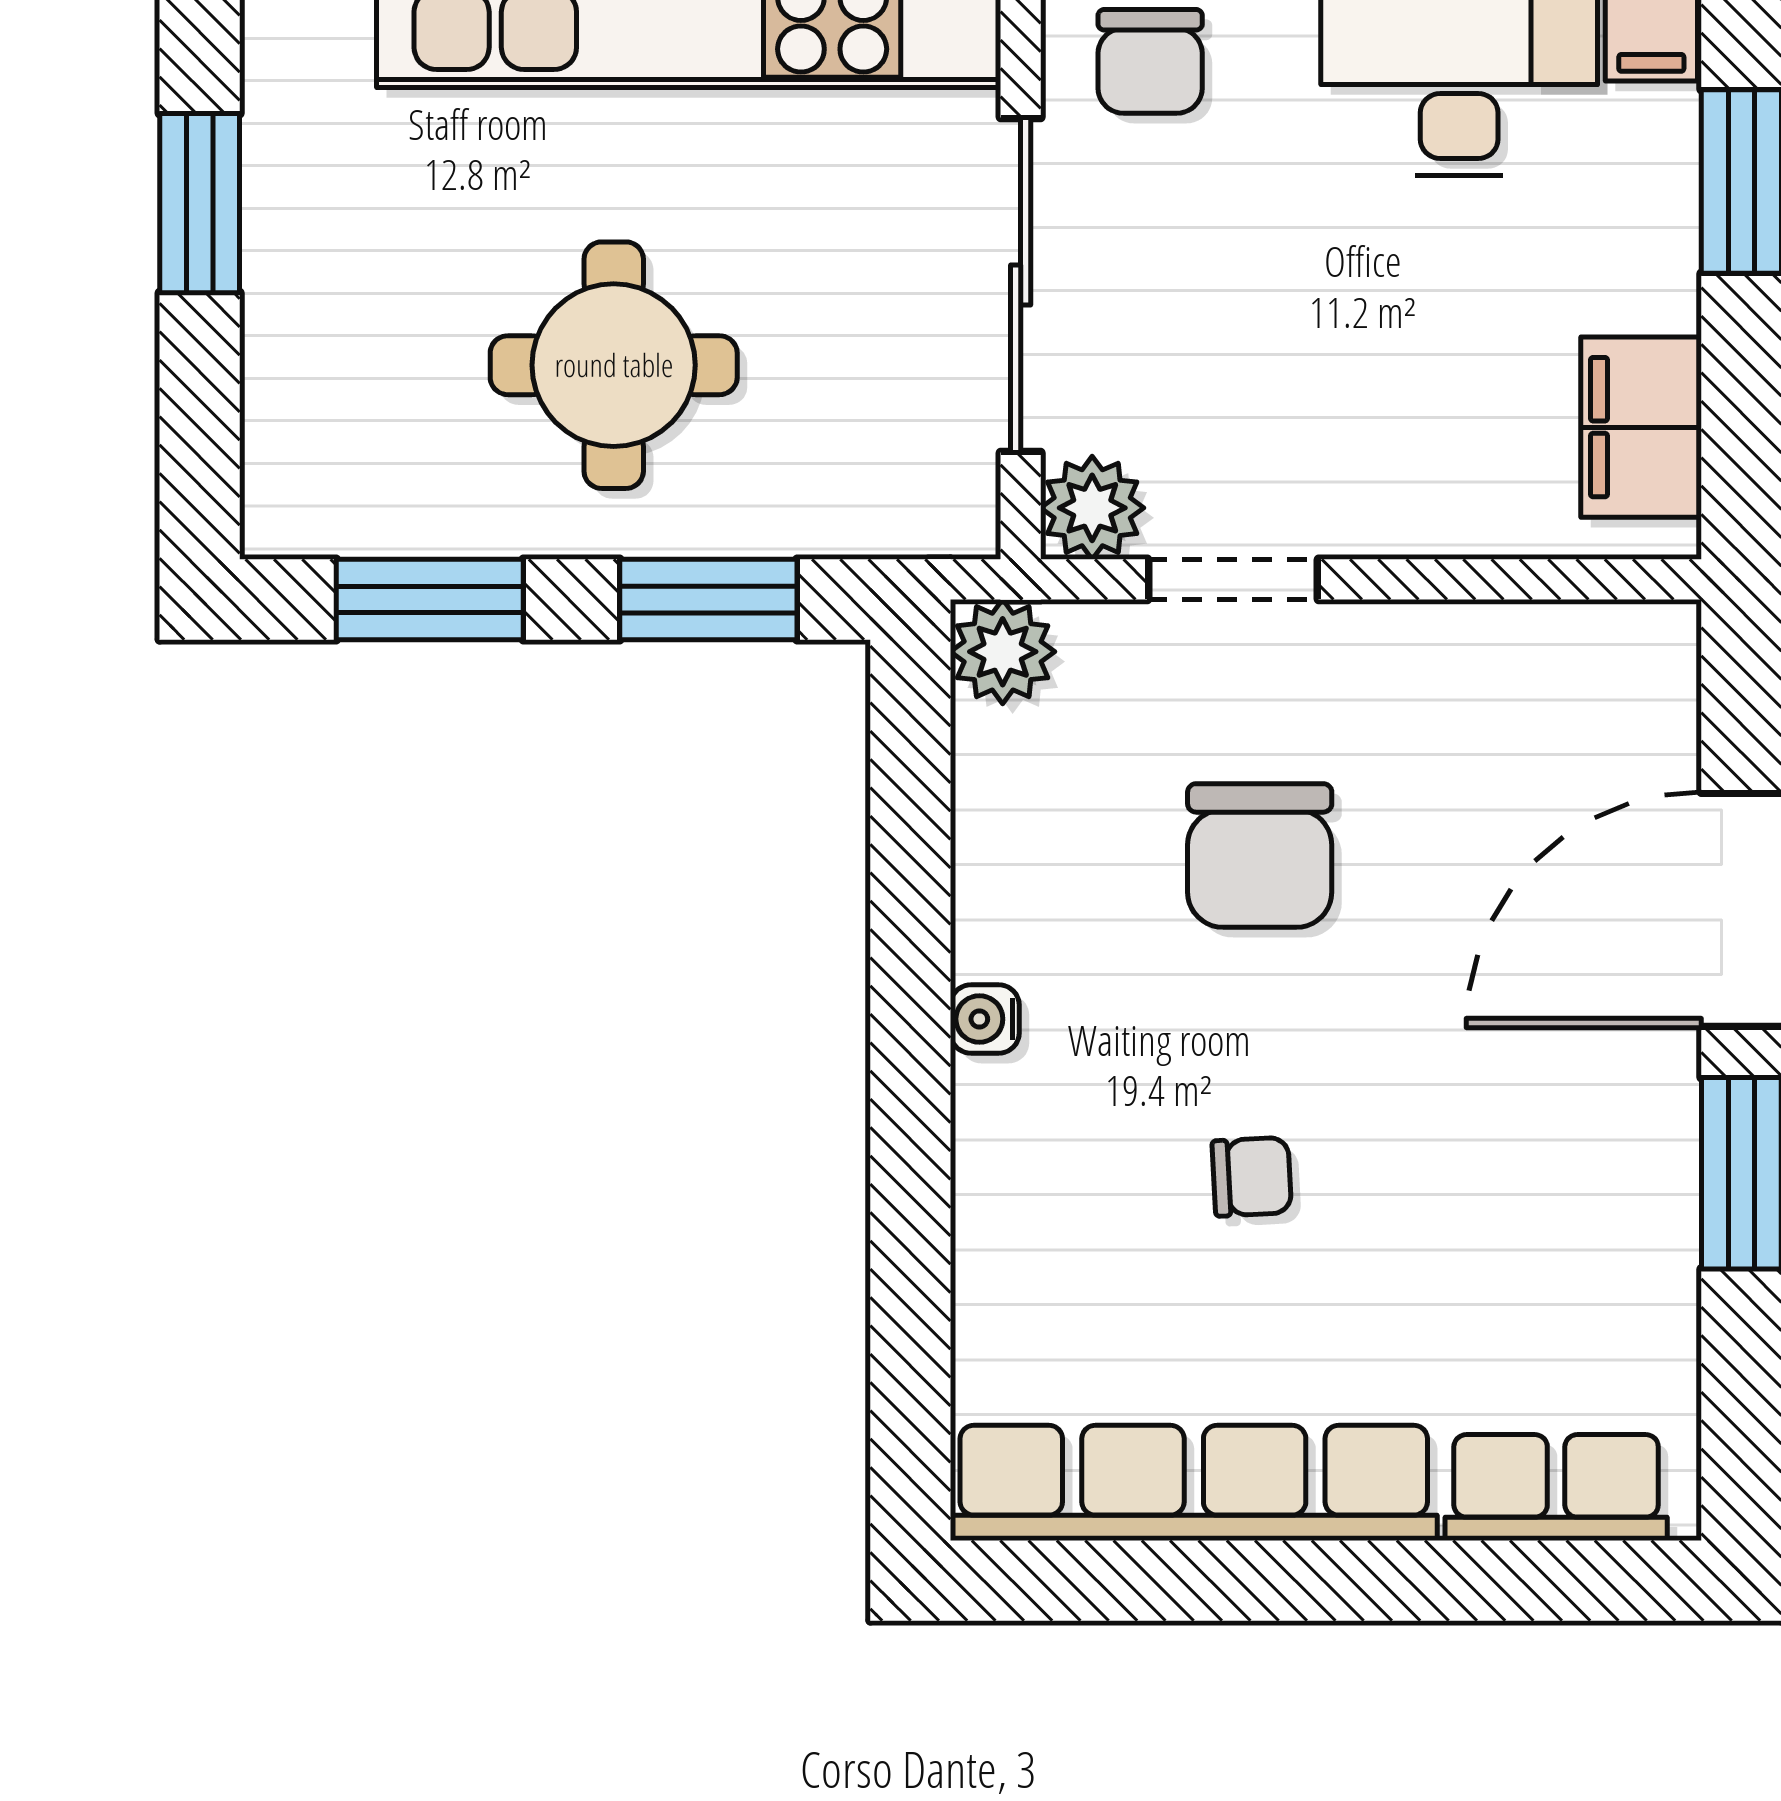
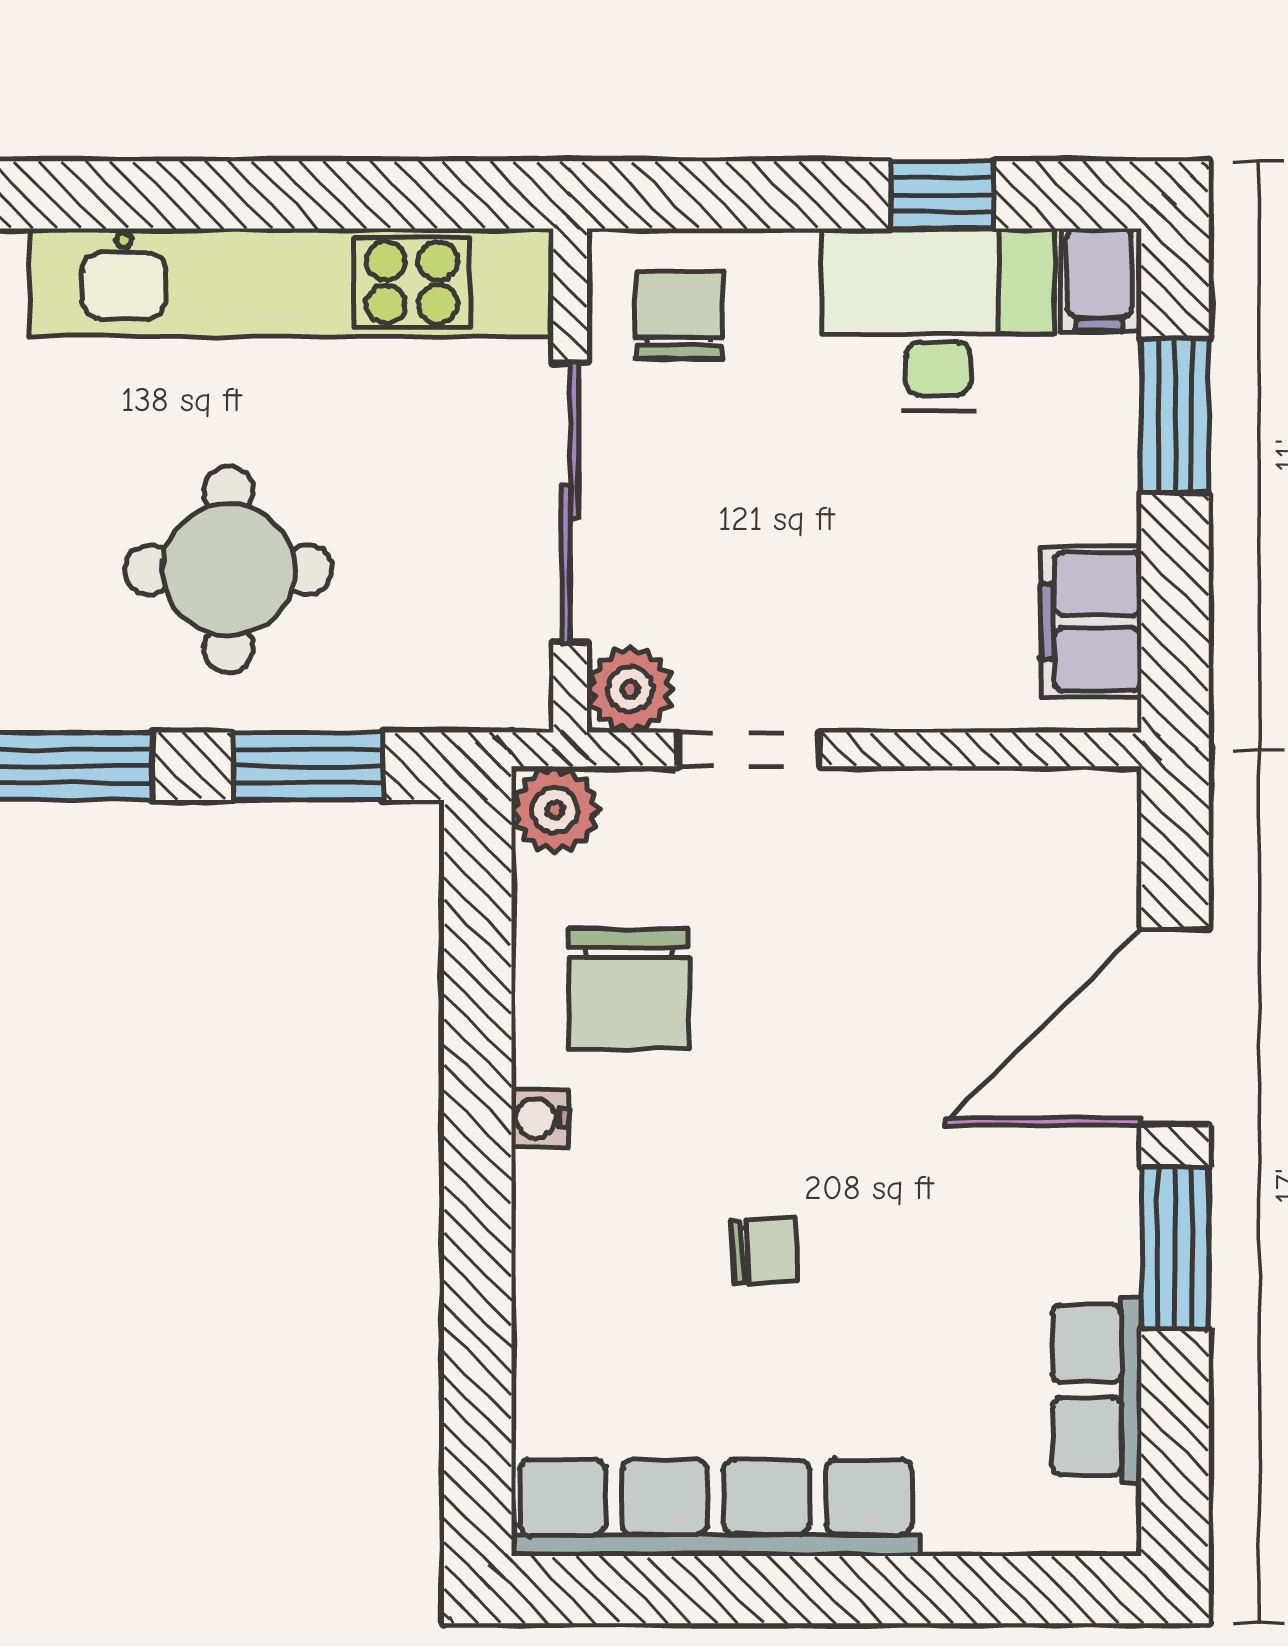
chair: (1150, 61) -> (679, 315), turned 180
chair: (1260, 856) -> (629, 989), moved
row of seats: (1556, 1488) -> (1097, 1390), moved, turned -90

